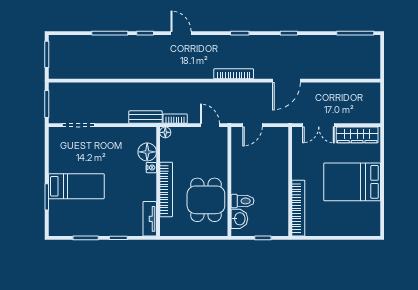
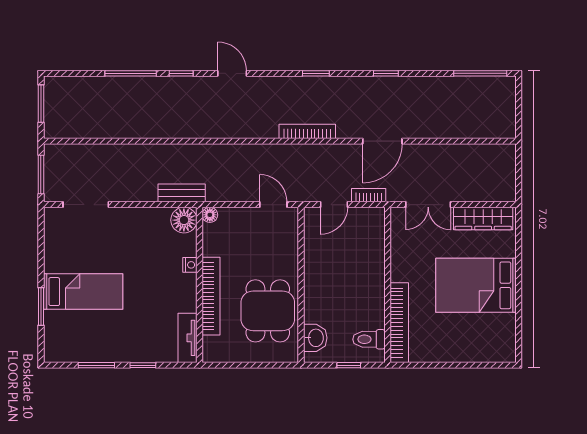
bookcase: (175, 119) -> (369, 195), moved
floor lamp: (147, 152) -> (184, 220), moved
toilet: (242, 201) -> (369, 339), moved, turned 180

